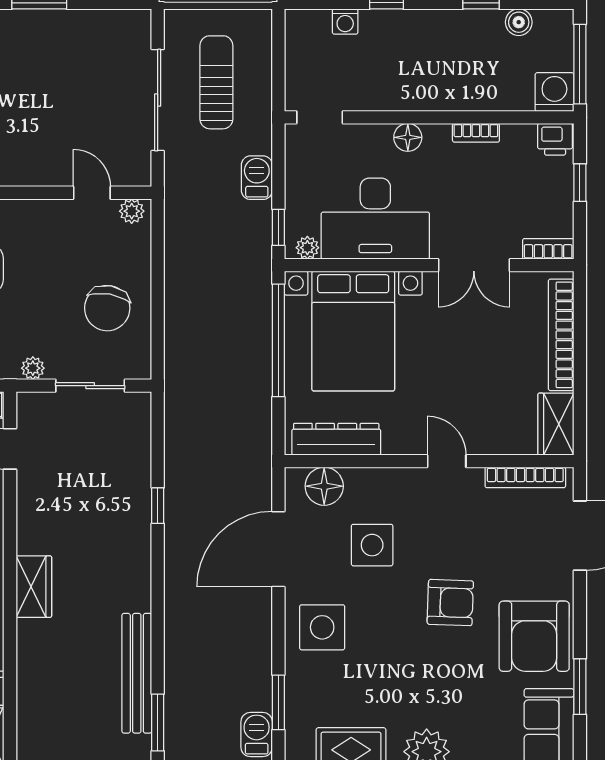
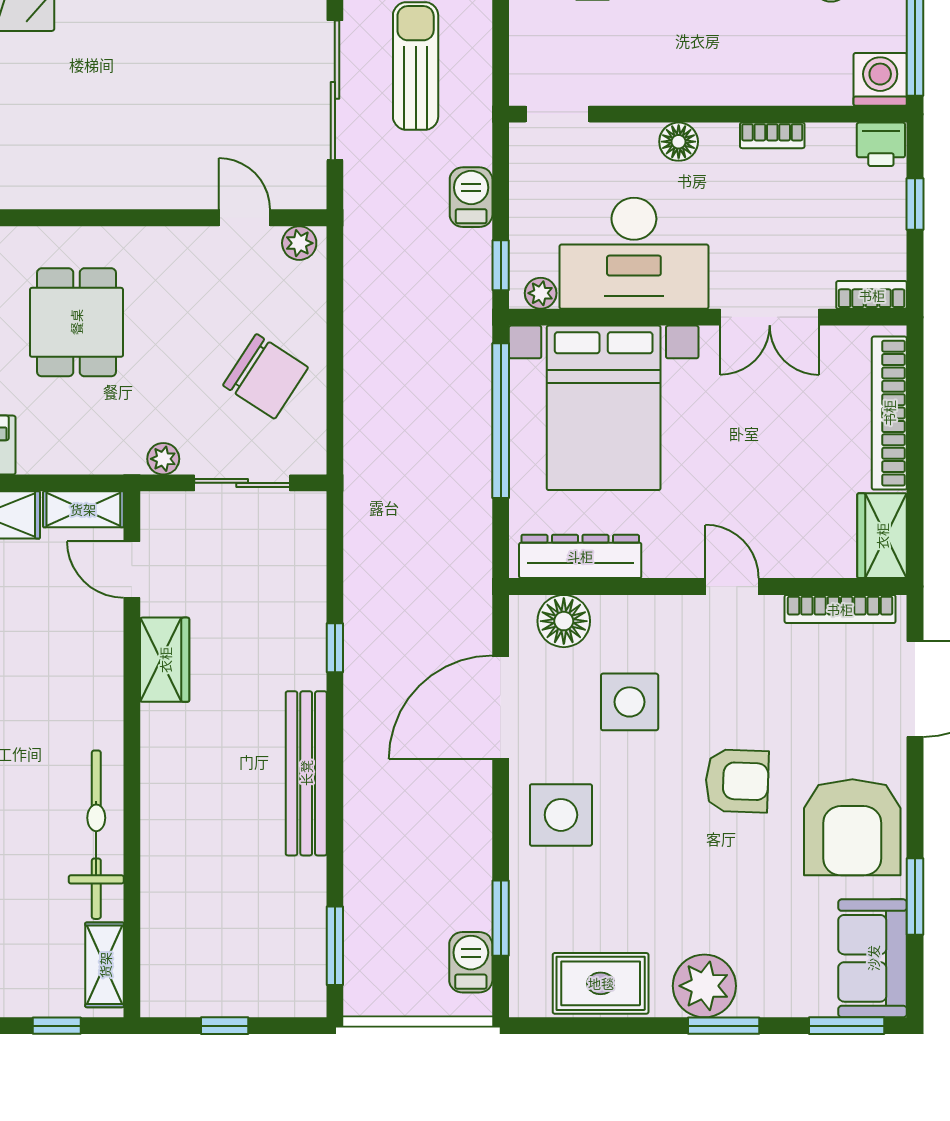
chair: (107, 308) -> (265, 376), turned -67
wardrobe: (34, 587) -> (165, 660), moved
bench: (137, 673) -> (306, 773), moved

